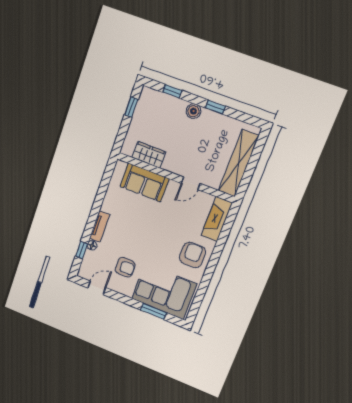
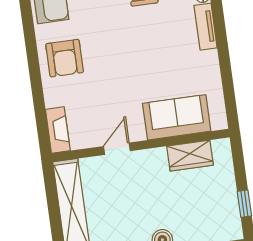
fireplace: (217, 219) -> (58, 130), width x0.73, depth x0.76

